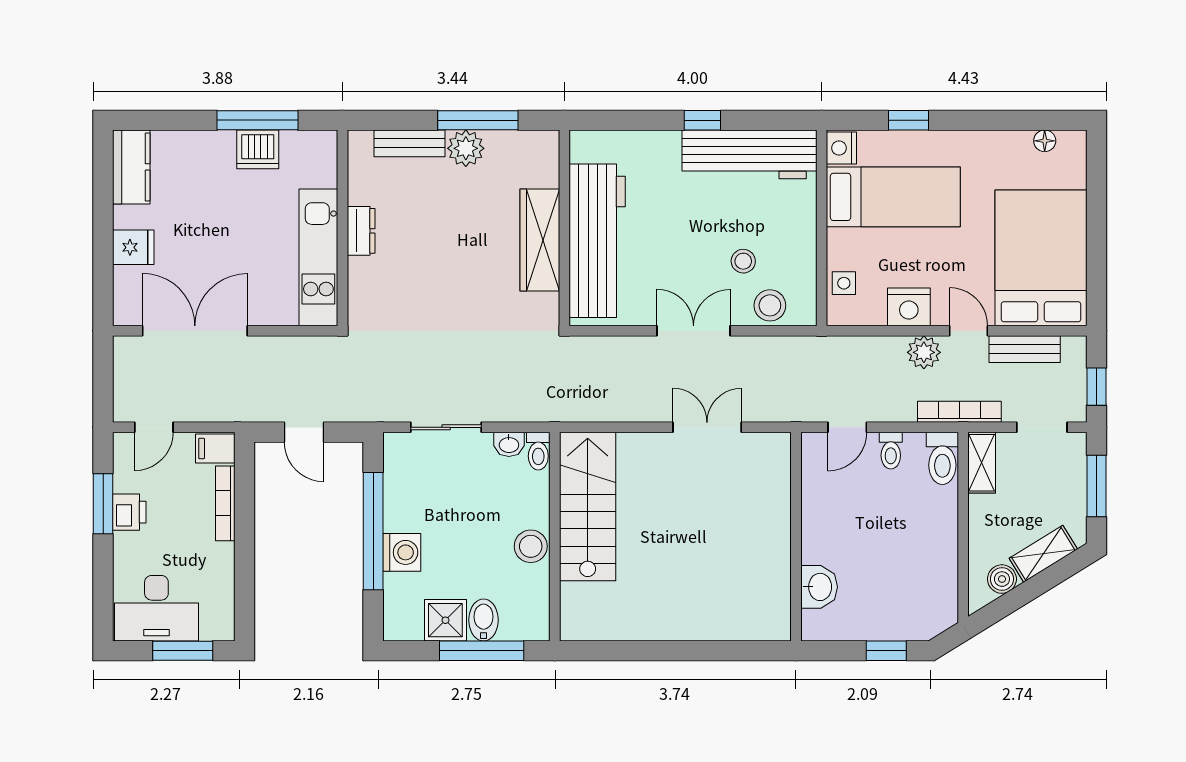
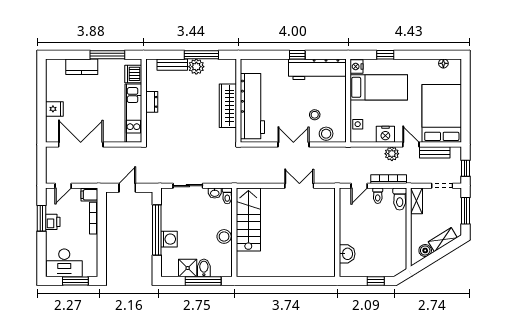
dishwasher: (258, 149) -> (133, 74), moved, turned 90
kitchen counter: (131, 167) -> (82, 67), moved, turned 90
bookcase: (959, 412) -> (389, 179), moved
door: (304, 432) -> (127, 188), swing flipped

